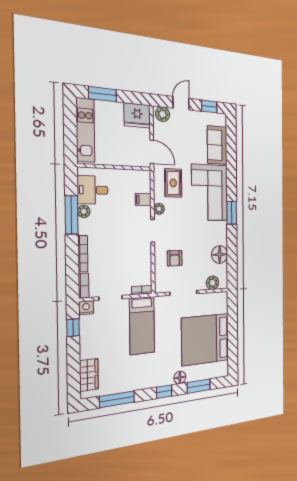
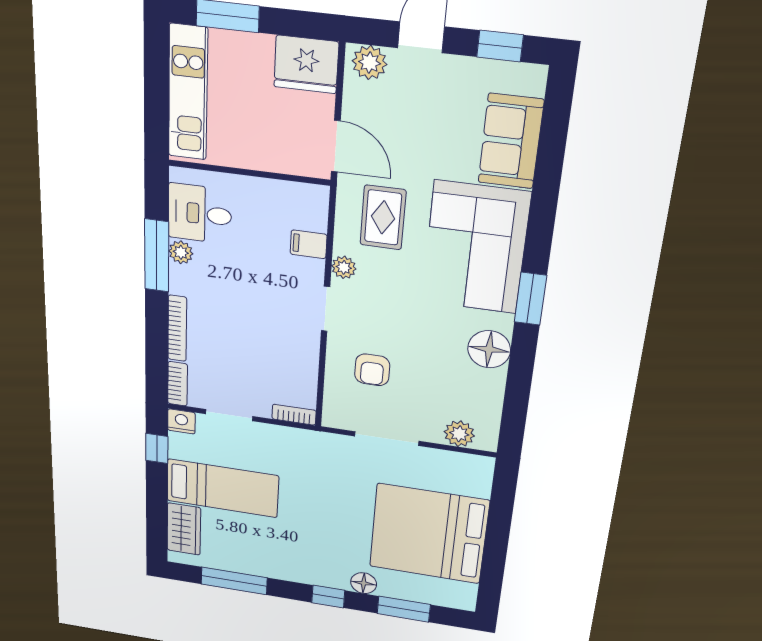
floor lamp: (220, 255) -> (489, 349), moved
bed: (142, 325) -> (222, 488), moved, turned -90

